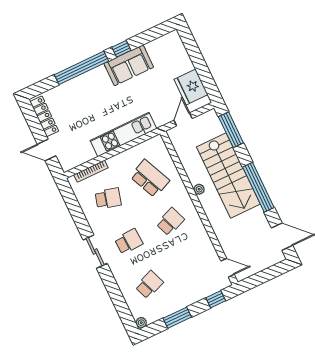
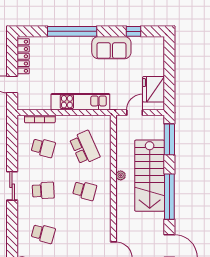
window: (121, 49) -> (134, 31), moved
school desk: (170, 222) -> (85, 191), turned 36
school desk: (149, 285) -> (43, 234), turned 36

